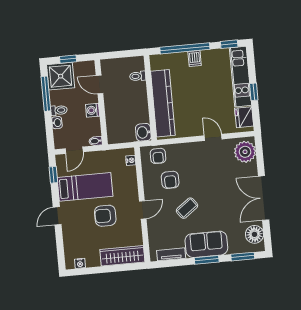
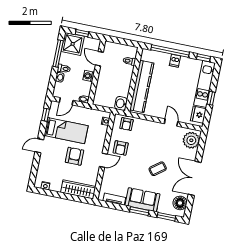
armchair: (170, 180) -> (121, 148), moved
coffee table: (187, 208) -> (158, 169), moved
armchair: (105, 216) -> (75, 156), turned 90

